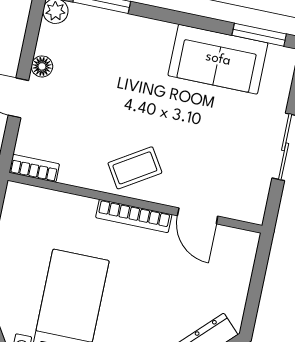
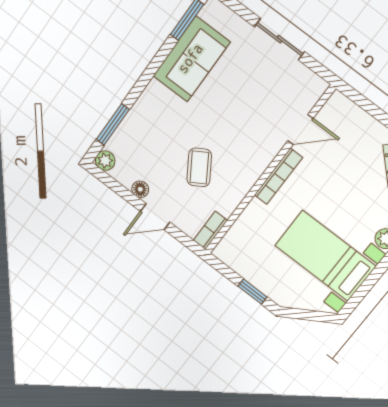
coffee table: (135, 168) -> (199, 167), moved

